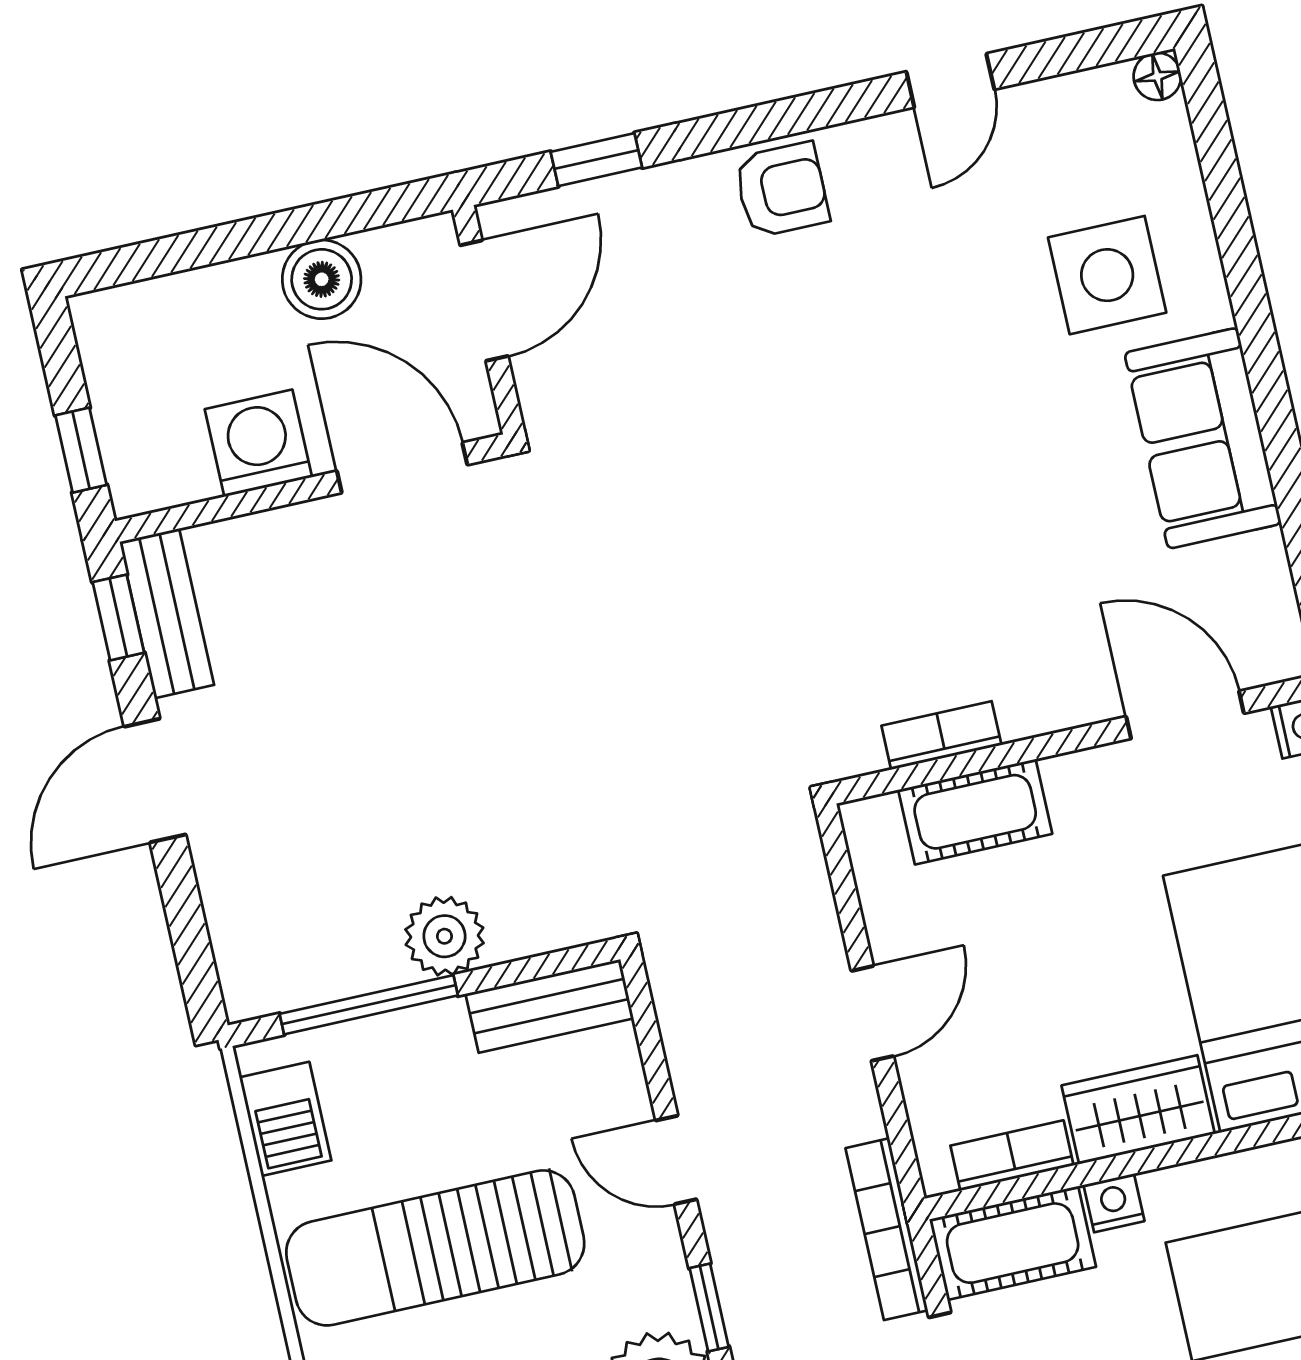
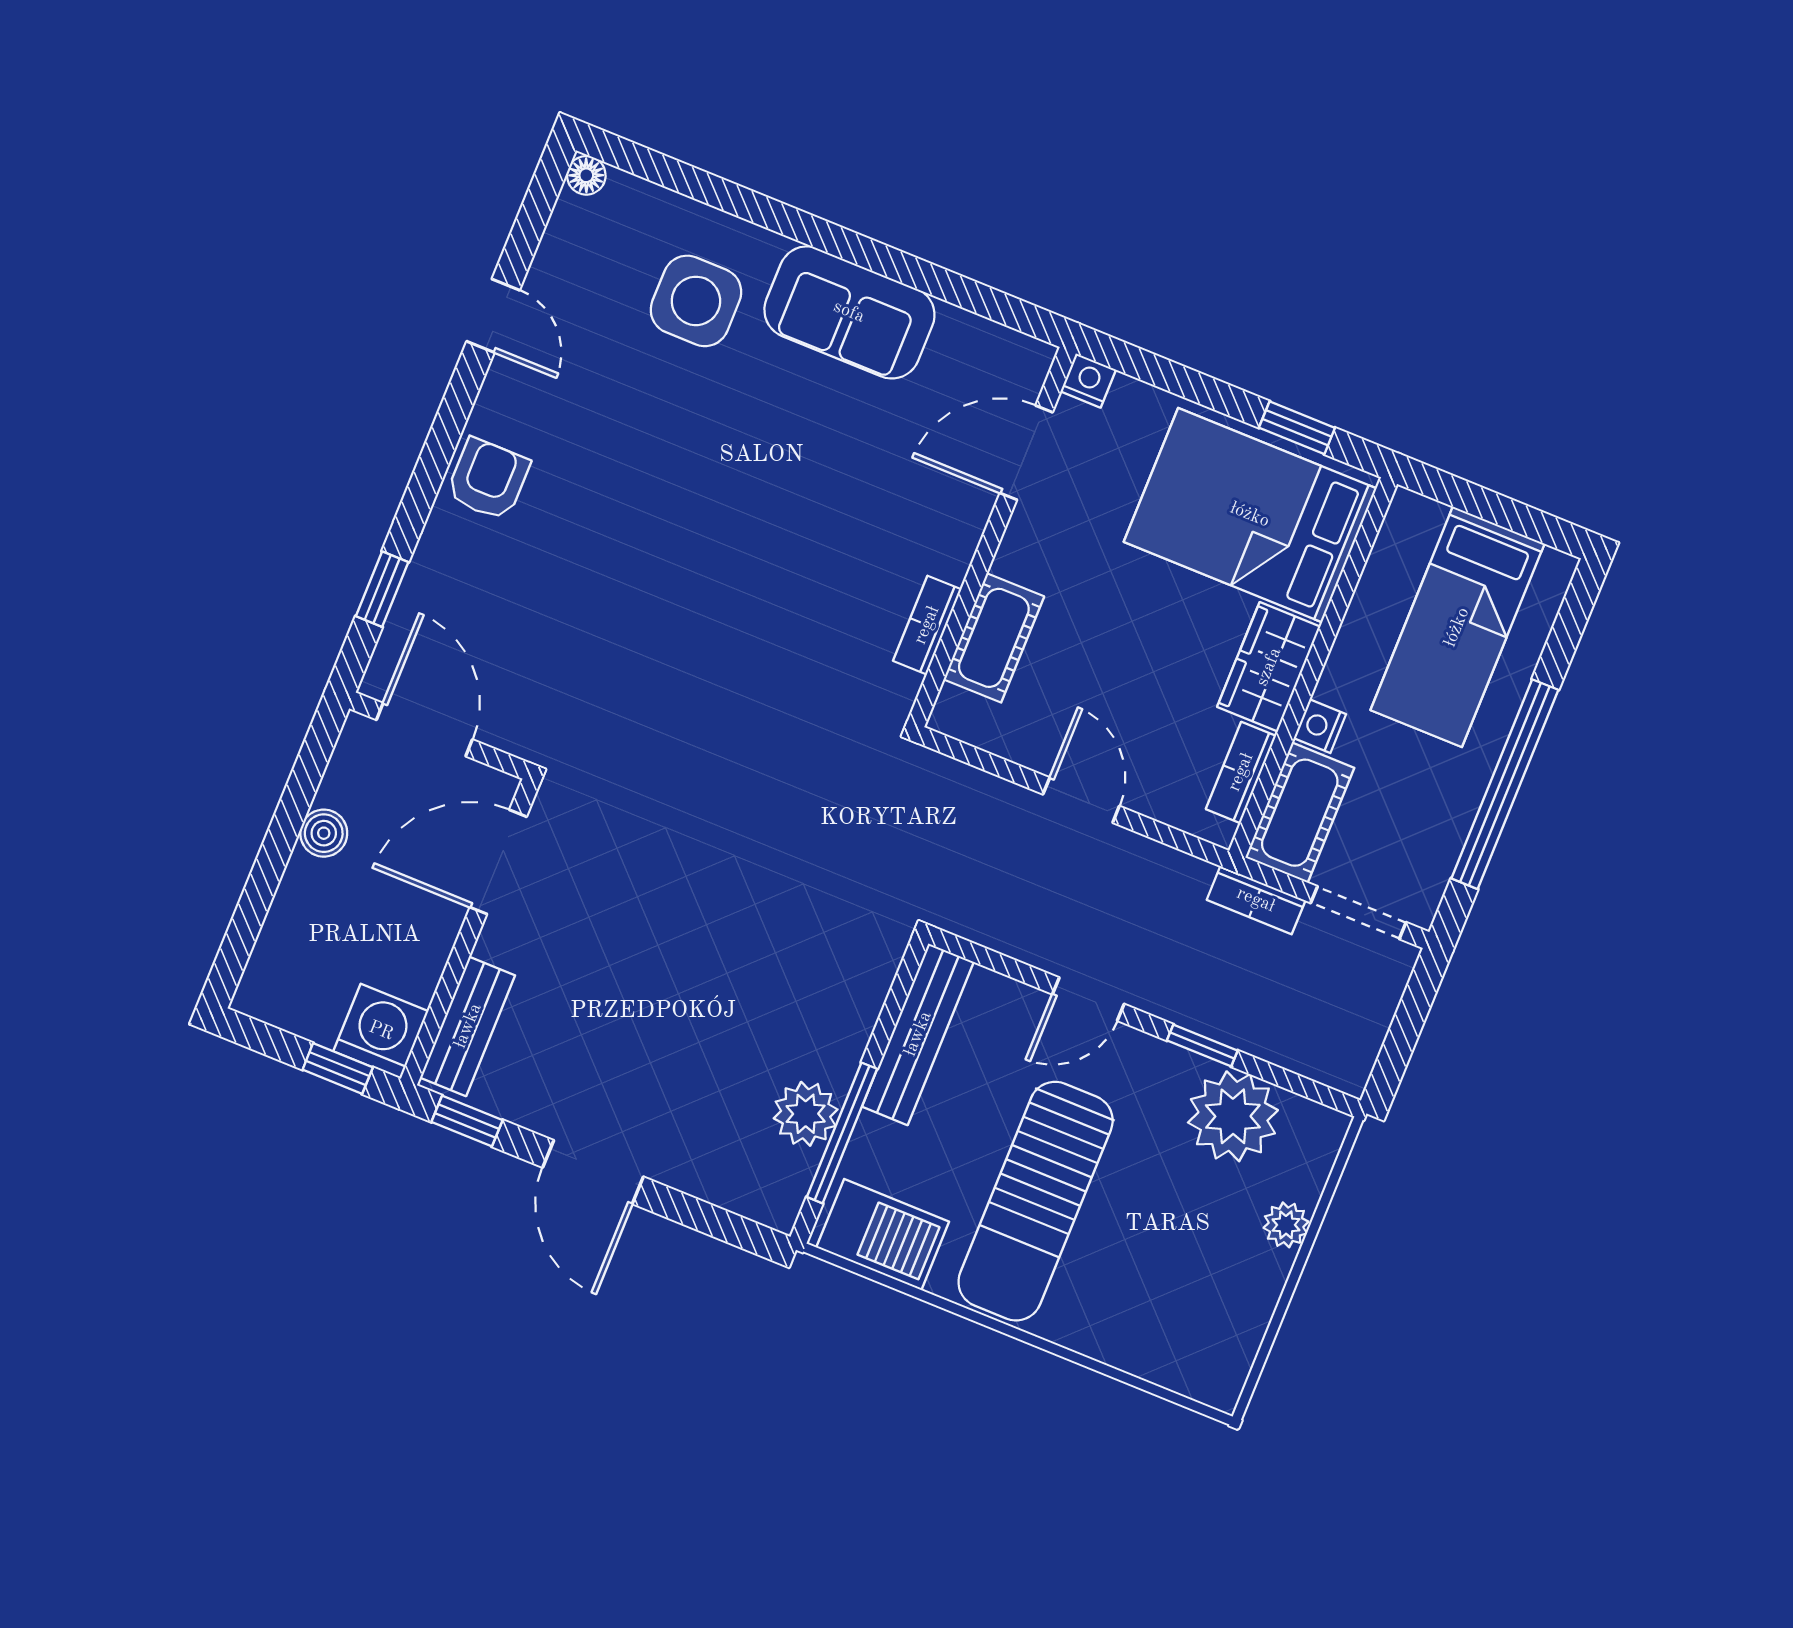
boiler: (322, 279) -> (324, 833), width x0.73, depth x0.73
washing machine: (258, 443) -> (381, 1031), moved, turned 90
bench: (167, 613) -> (468, 1026), moved, turned 90
plant: (444, 936) -> (806, 1114), moved
bench: (550, 1006) -> (918, 1034), width x1.36
barbecue: (285, 1119) -> (883, 1235), width x1.38, depth x1.27
bookcase: (887, 1229) -> (1256, 900), width x0.64

